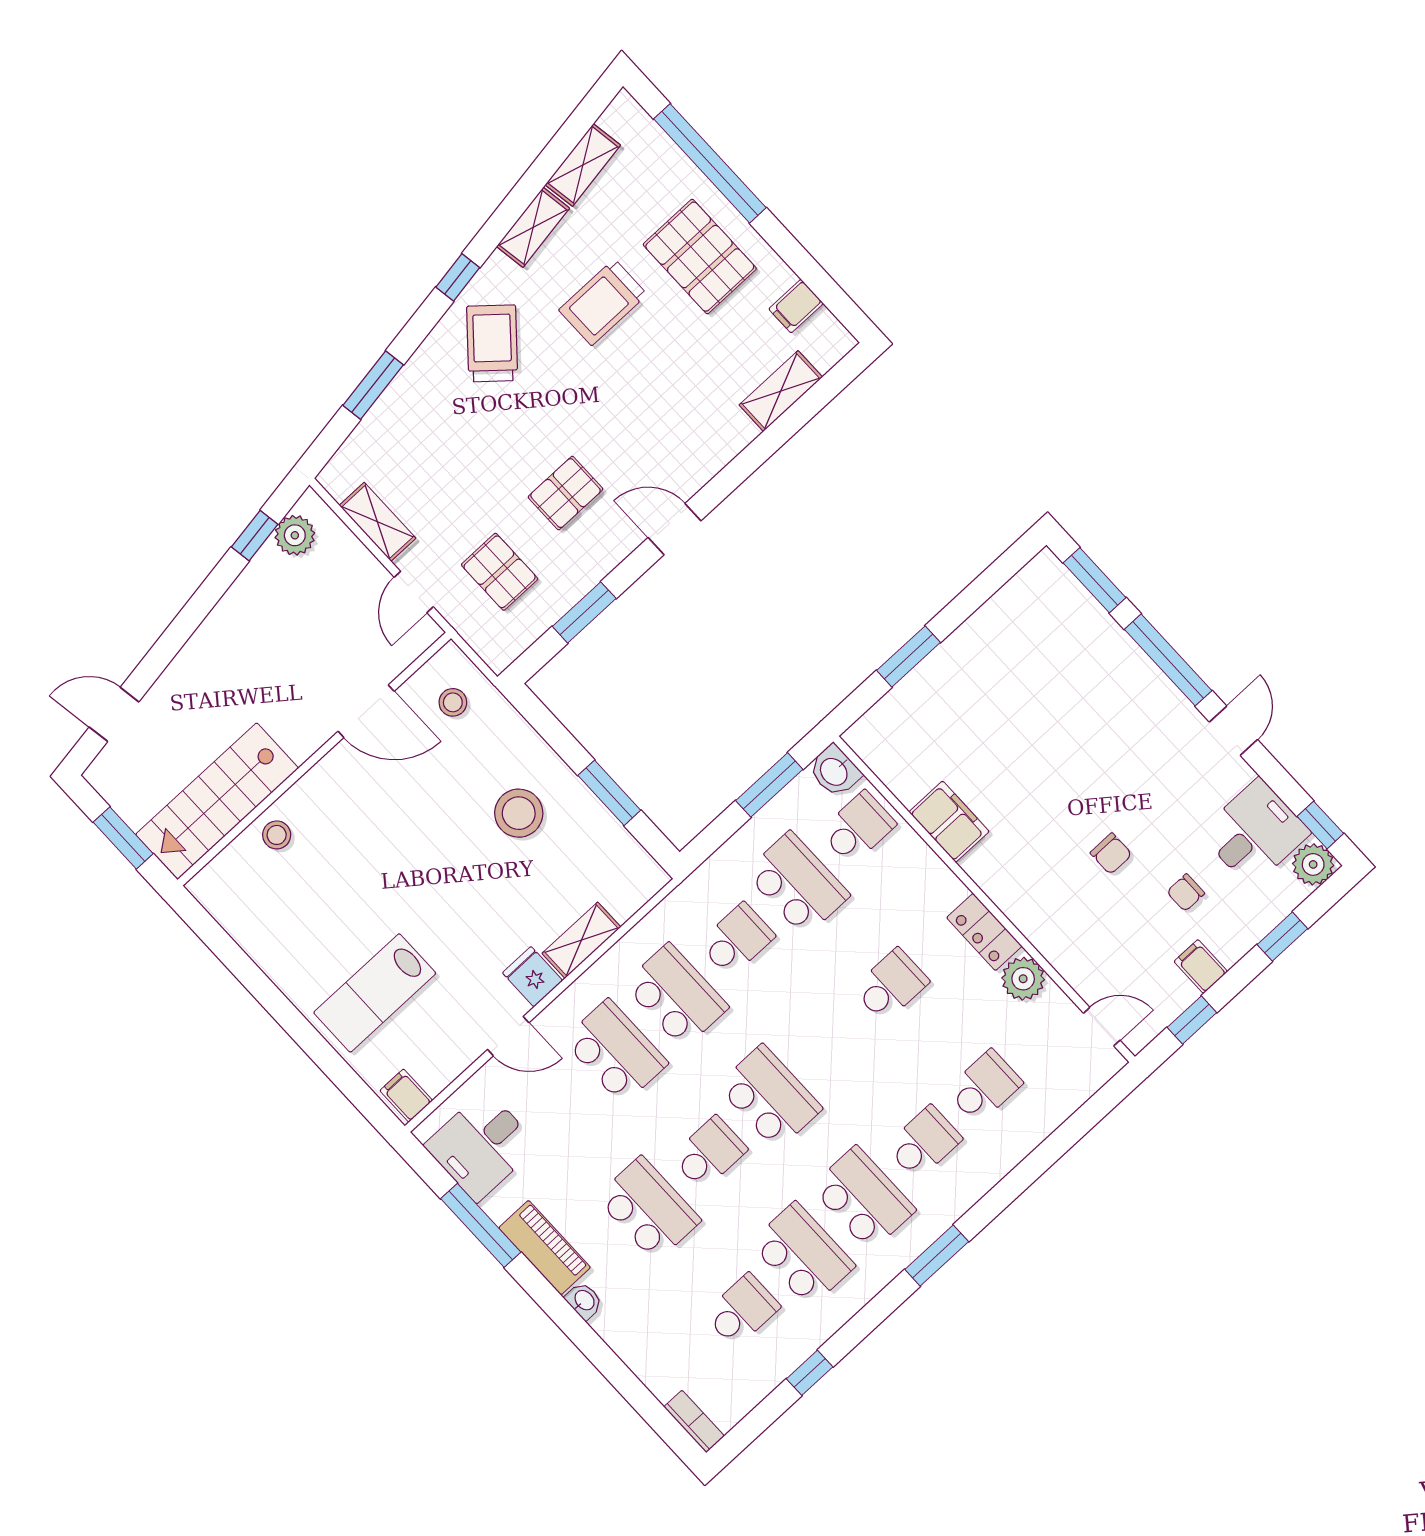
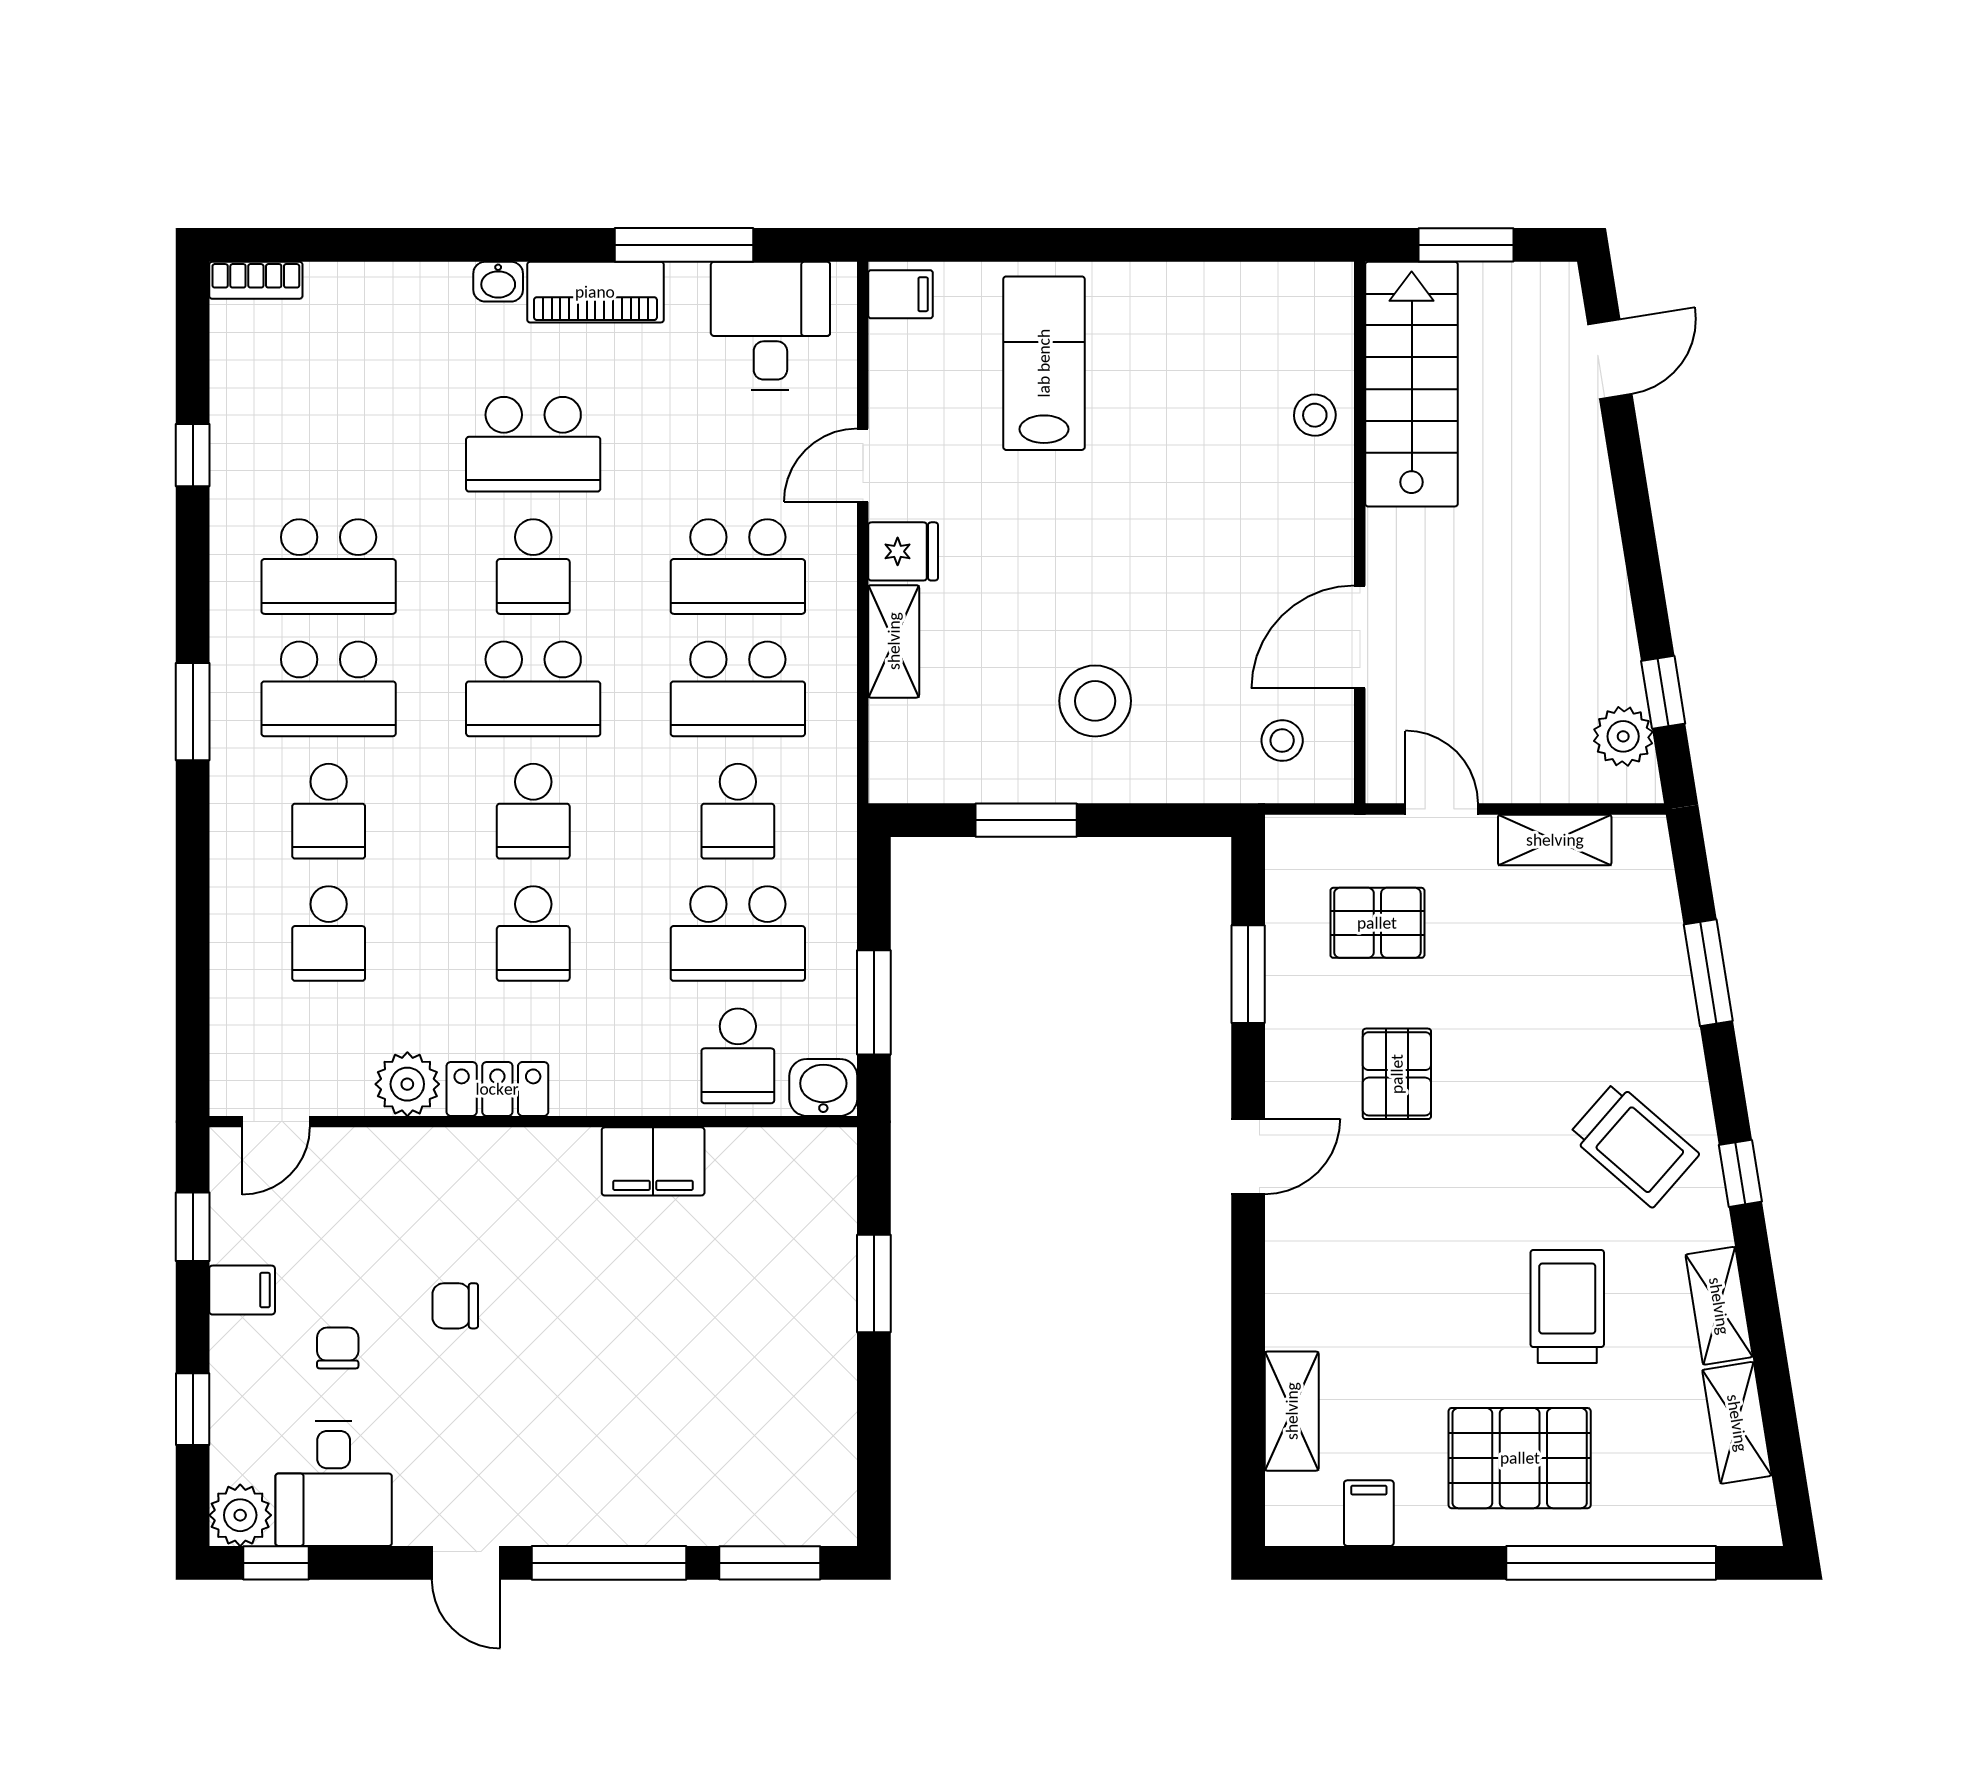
school desk: (742, 1310) -> (533, 811), moved

